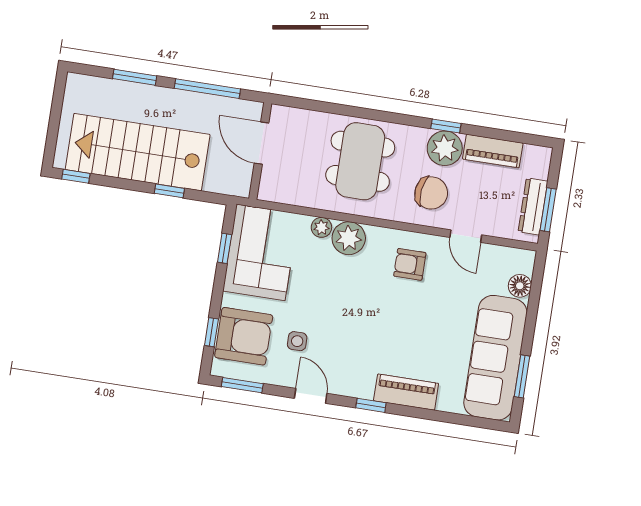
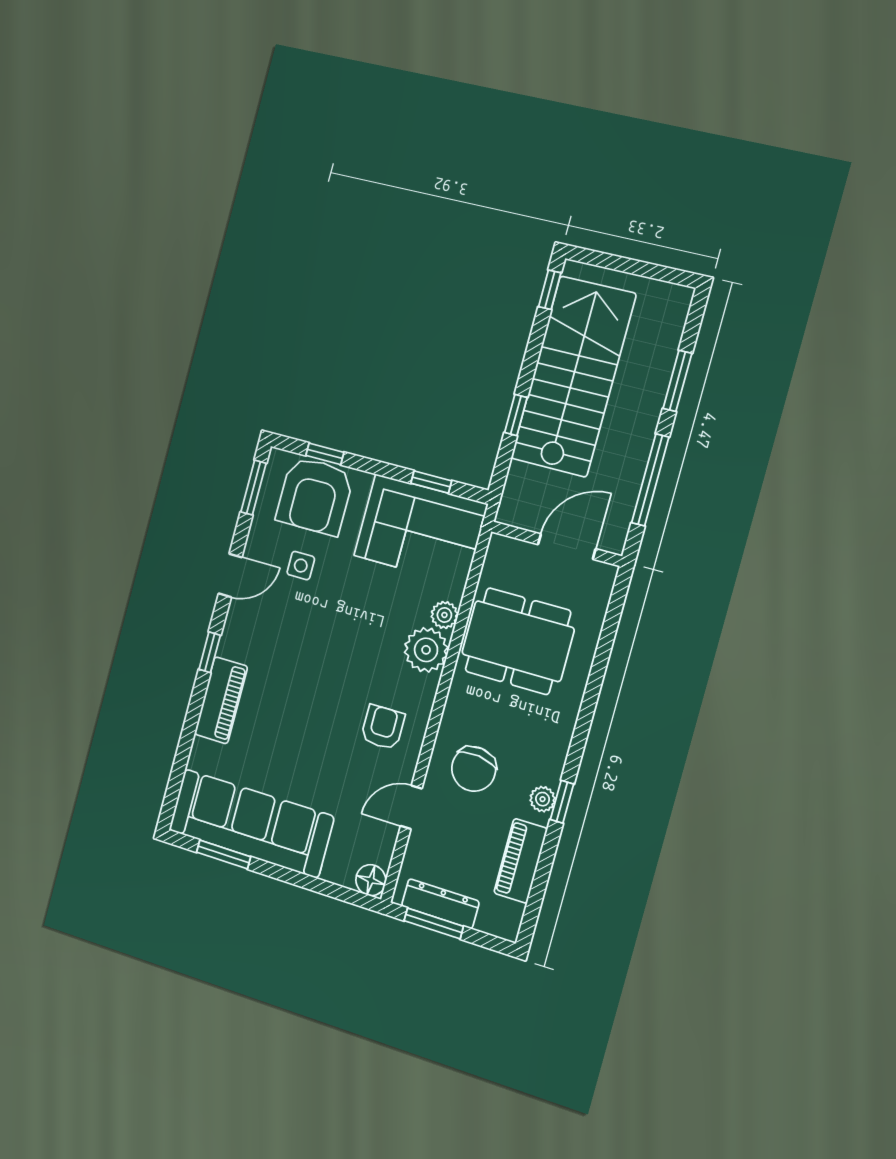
plant: (445, 148) -> (543, 799), width x0.53, depth x0.53
dining table: (360, 161) -> (518, 641), moved
floor lamp: (520, 286) -> (371, 880), moved

